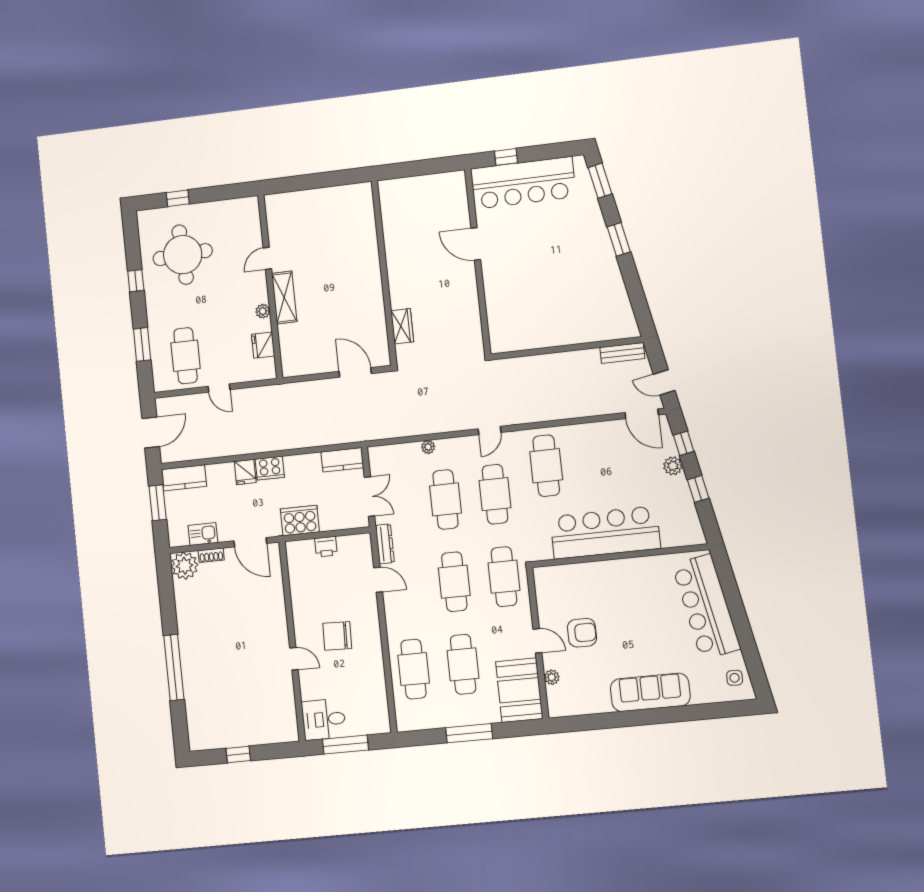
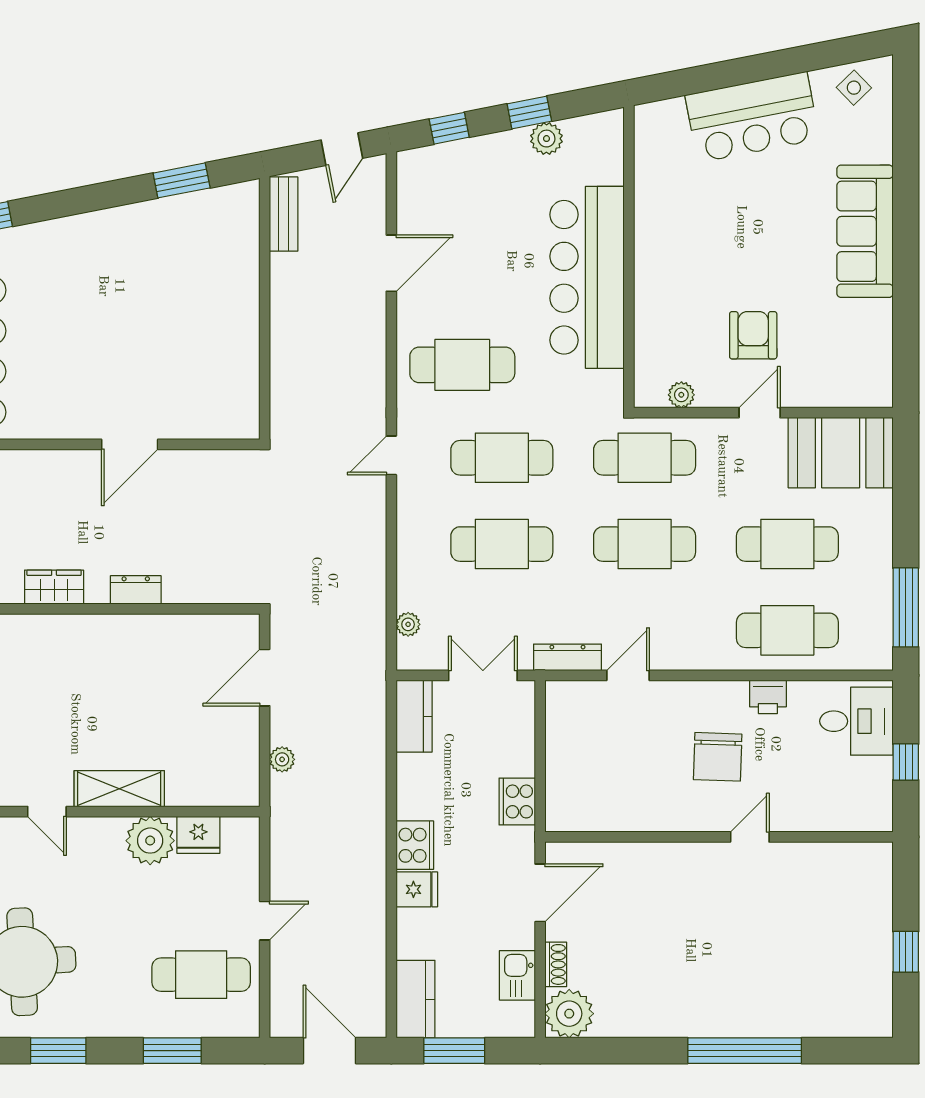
window: (619, 239) -> (182, 180), moved
door: (476, 244) -> (130, 444), moved
window: (136, 281) -> (58, 1051), width x1.50
dresser: (397, 293) -> (136, 590), added
plant: (263, 311) -> (150, 841), width x1.88, depth x1.88
wardrobe: (402, 326) -> (54, 587), moved
plant: (310, 388) -> (282, 759), added
door: (642, 414) -> (391, 263), moved
door: (490, 431) -> (391, 455), swing flipped
plant: (428, 447) -> (408, 624), moved
plant: (673, 466) -> (546, 139), moved
cooker: (300, 521) -> (517, 801), width x0.73, depth x0.76
printer: (326, 547) -> (768, 697), moved, turned 90
bar counter: (706, 607) -> (752, 117), width x0.73
plant: (552, 677) -> (681, 395), moved
side table: (735, 678) -> (854, 88), turned 45
desk: (324, 719) -> (856, 721), moved, turned -90
window: (469, 733) -> (906, 607), moved
window: (345, 745) -> (906, 762), width x0.46

